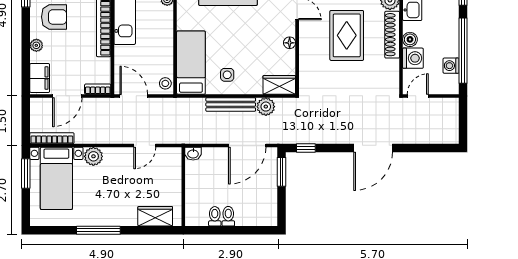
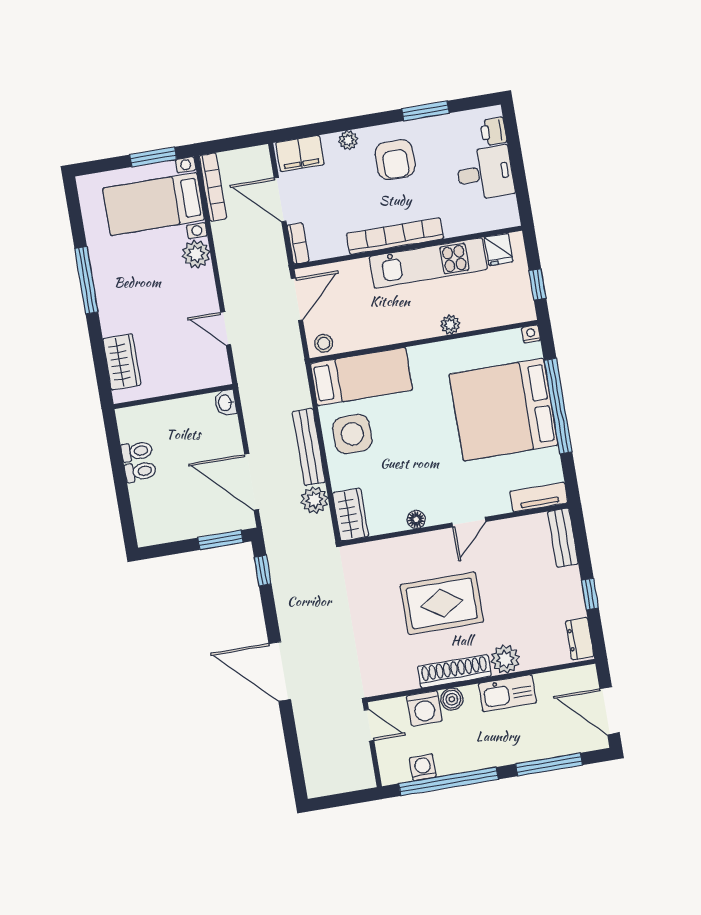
side table: (227, 75) -> (352, 434), width x1.87, depth x1.87

